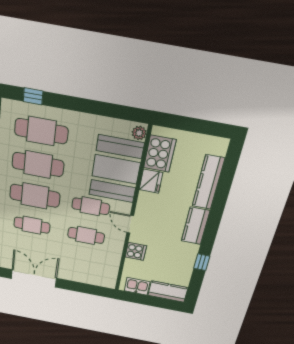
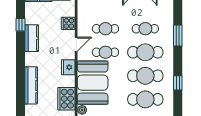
fridge: (151, 181) -> (68, 67), moved
door: (130, 224) -> (76, 44), hinge flipped
kitchen counter: (196, 226) -> (32, 38), moved

